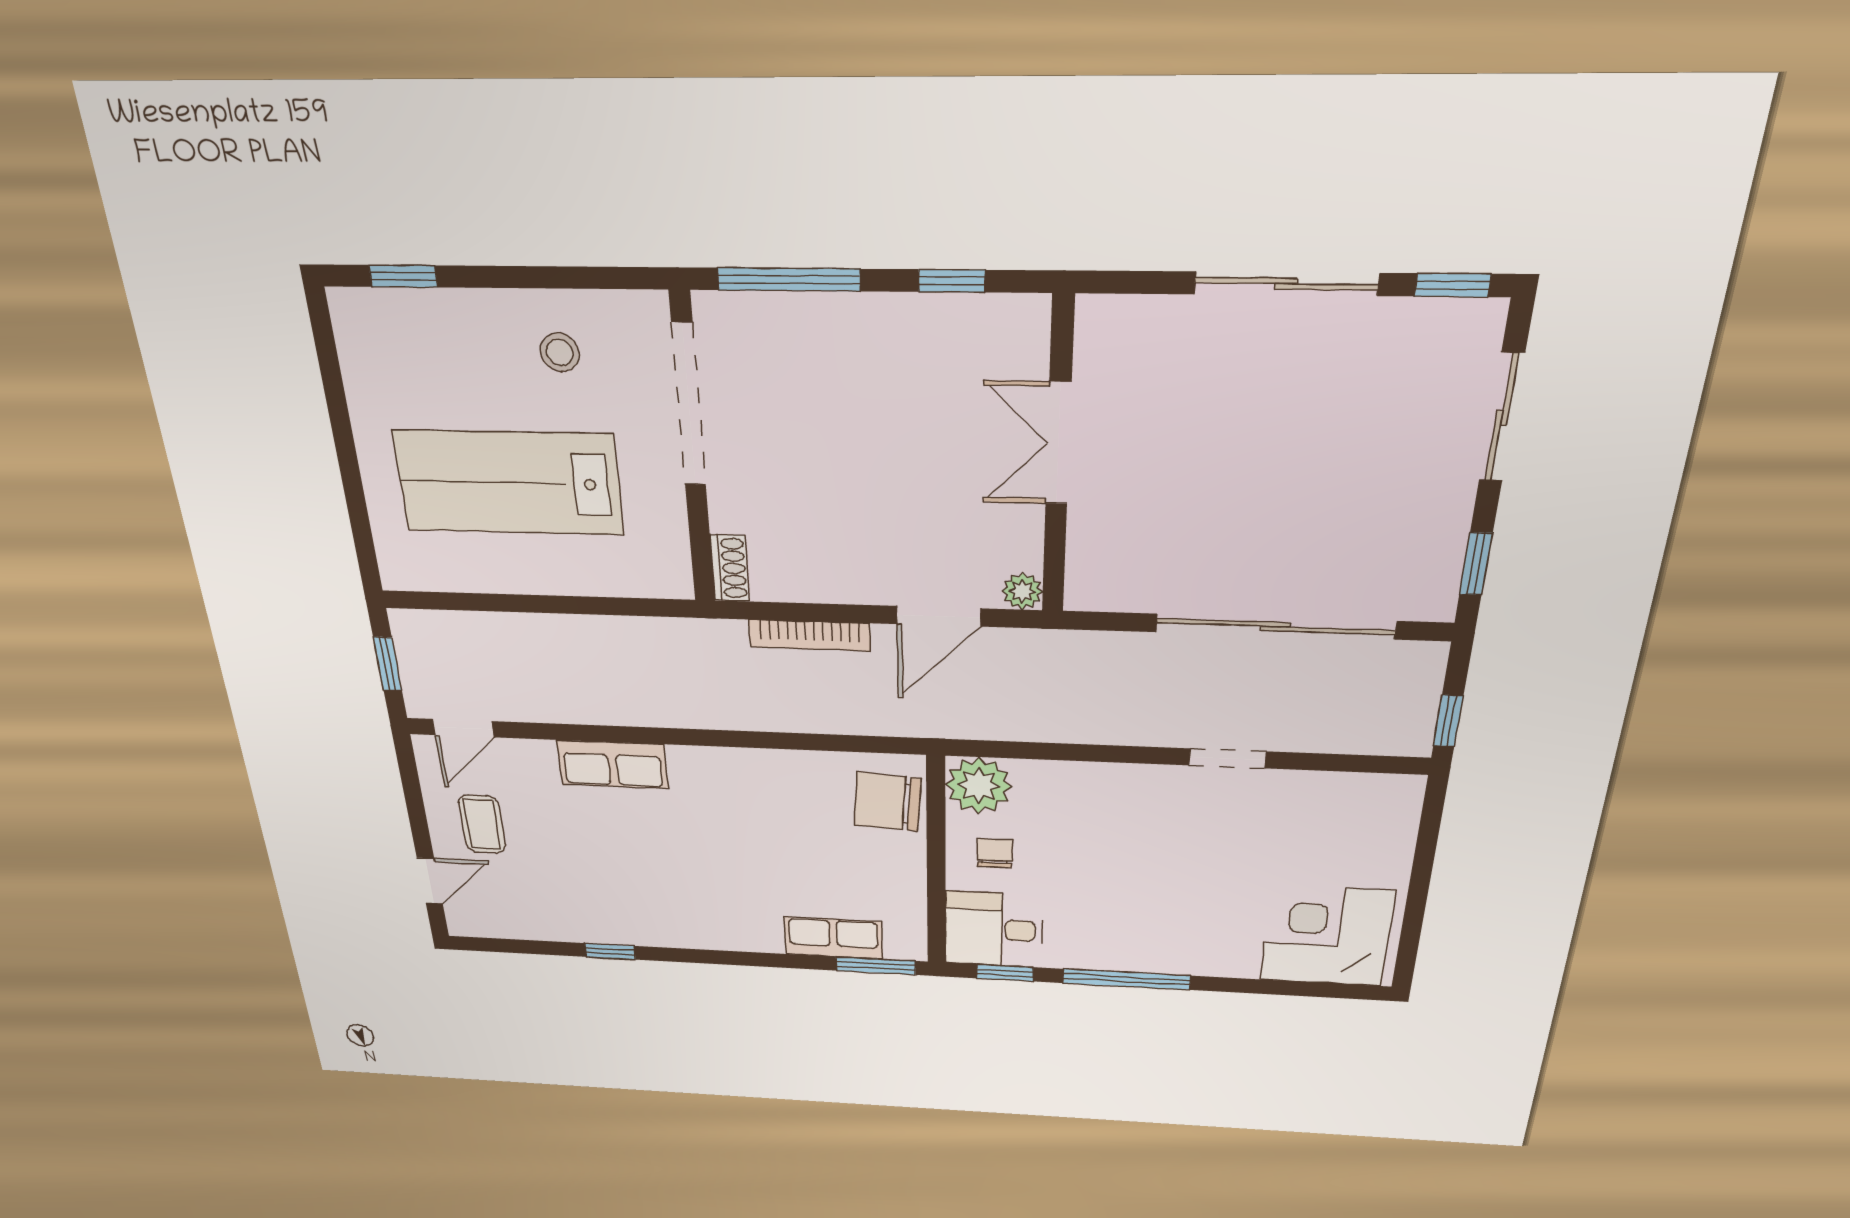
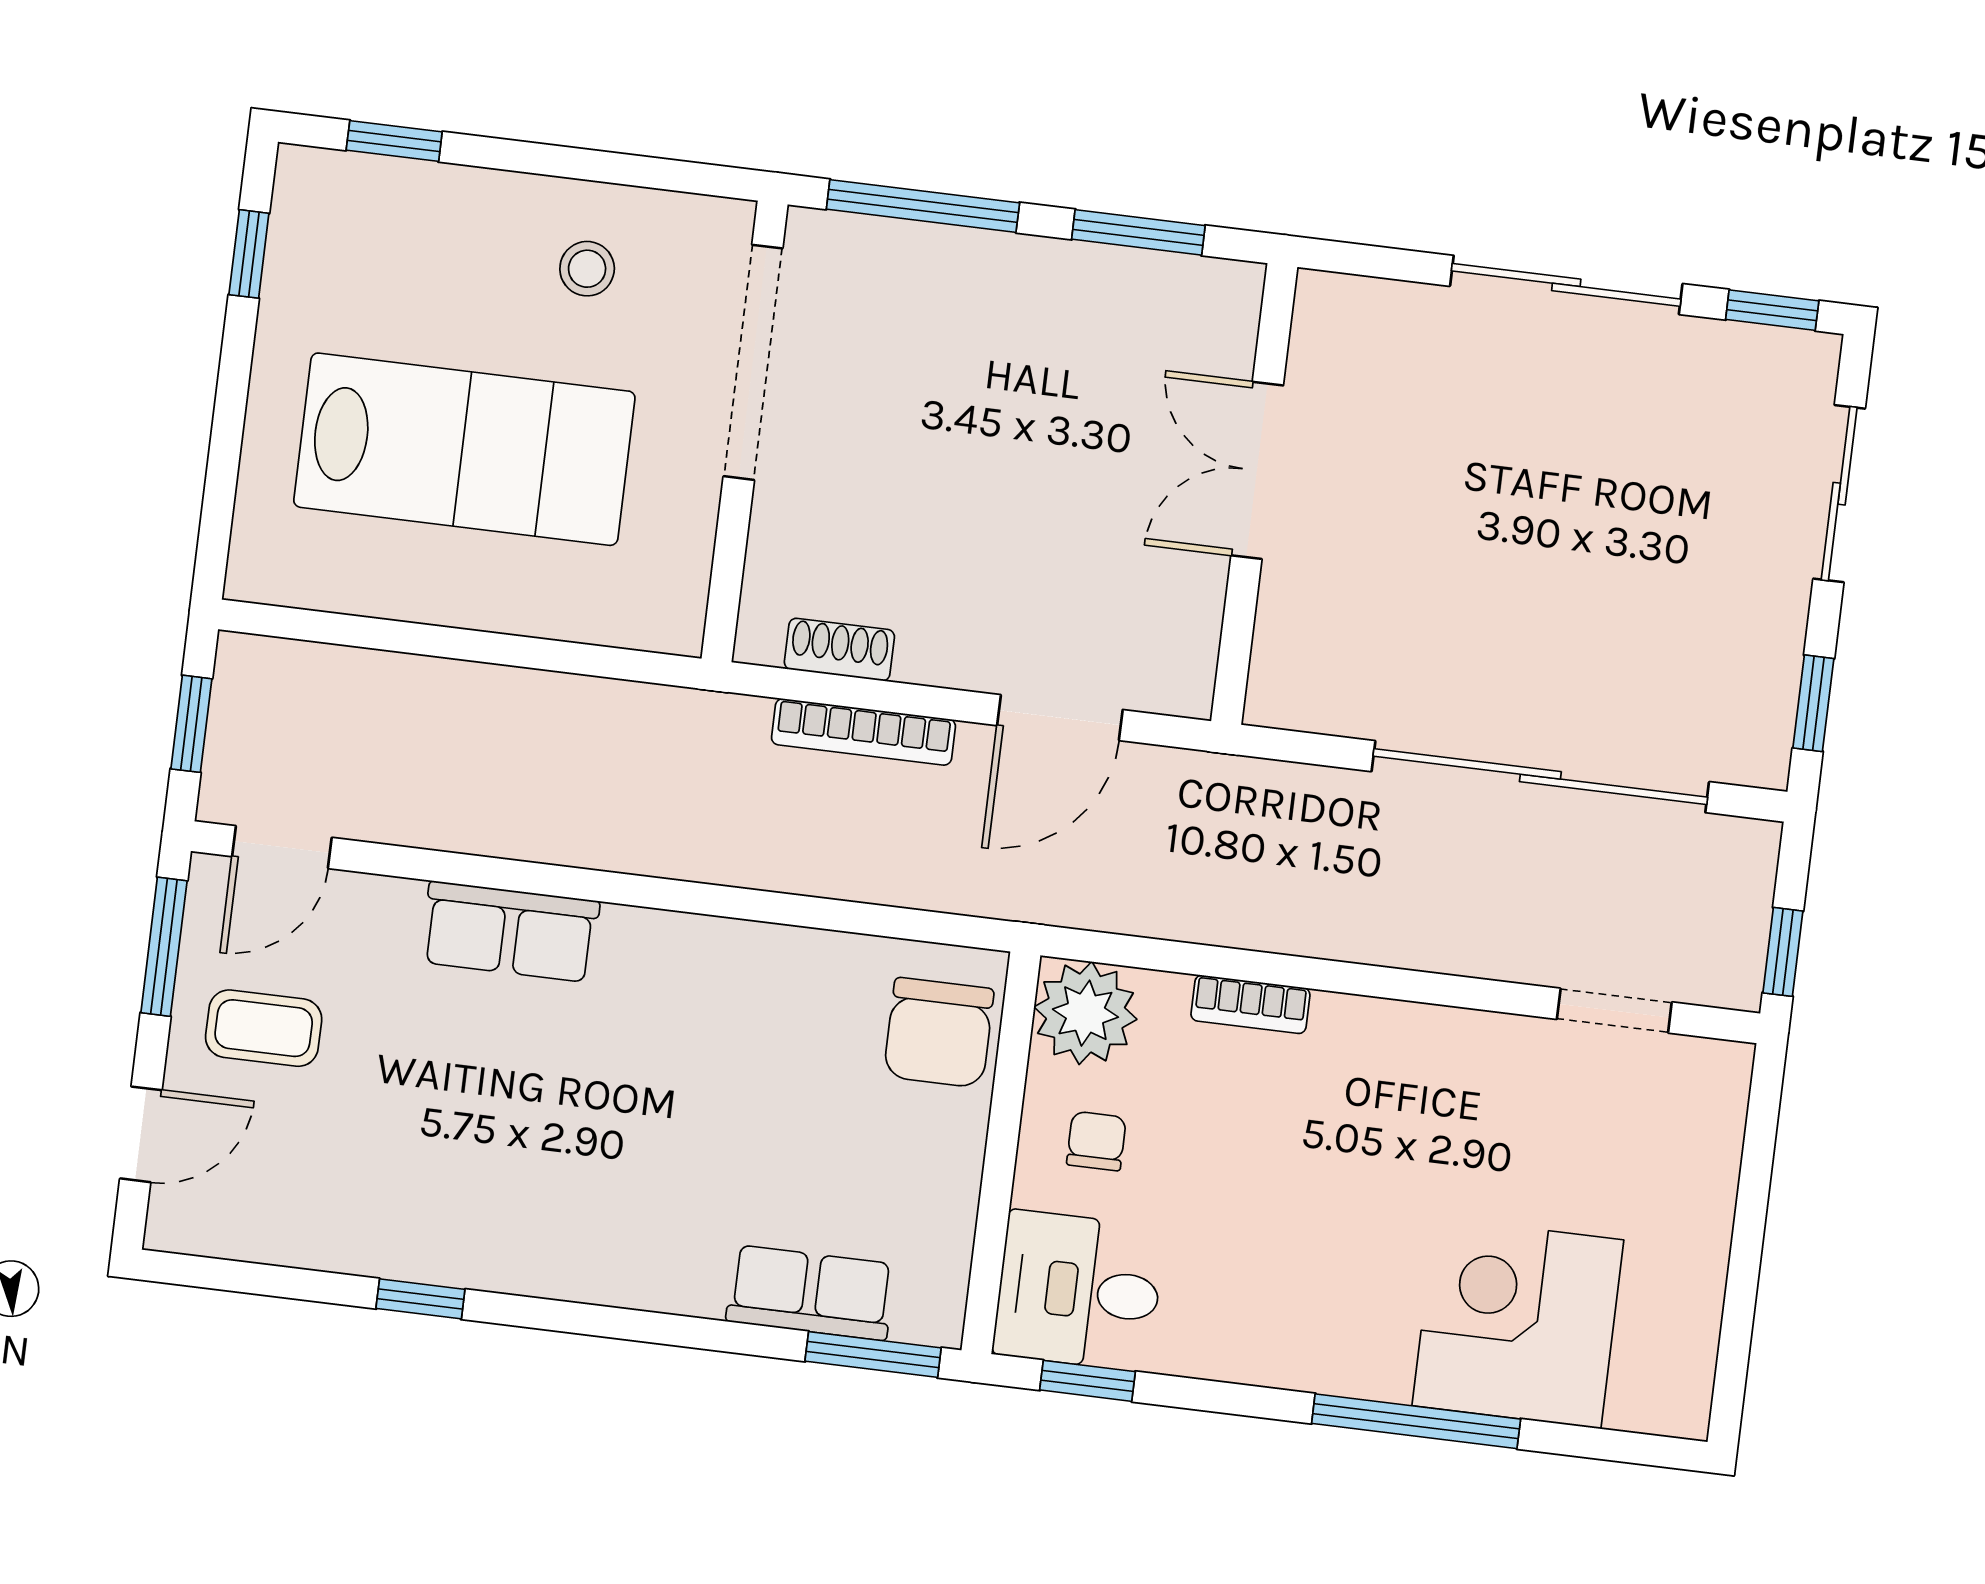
window: (952, 281) -> (1138, 232), width x1.50
window: (330, 368) -> (249, 254), added
lab bench: (509, 483) -> (464, 449), turned 180
shoe rack: (730, 568) -> (839, 650), moved, turned -90
plant: (1022, 591) -> (1186, 688), removed
doorway: (1227, 758) -> (1614, 1011), moved
bookcase: (1085, 774) -> (1250, 1004), added
window: (411, 786) -> (164, 947), added
chair: (887, 802) -> (939, 1033), turned -94
coffee table: (482, 824) -> (264, 1028), turned 90
corner desk: (1327, 936) -> (1518, 1323), moved
window: (1126, 979) -> (1416, 1421), moved

